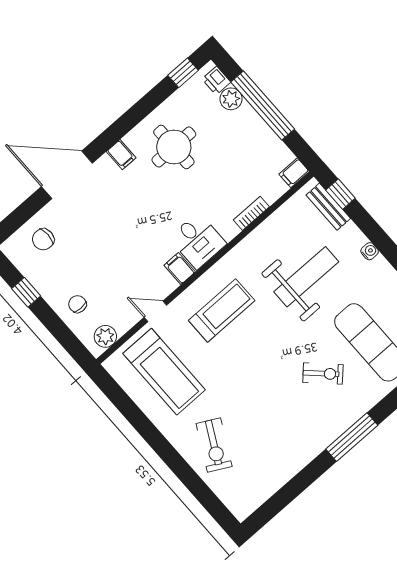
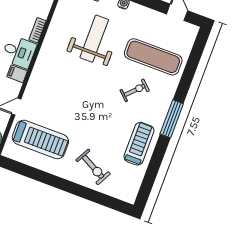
bookcase: (251, 213) -> (37, 30), moved
treadmill: (222, 310) -> (139, 144), moved

